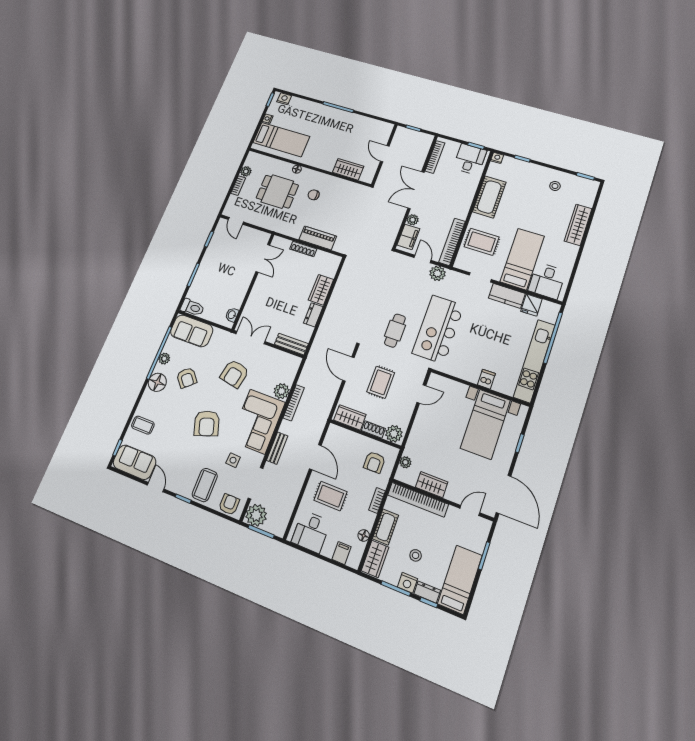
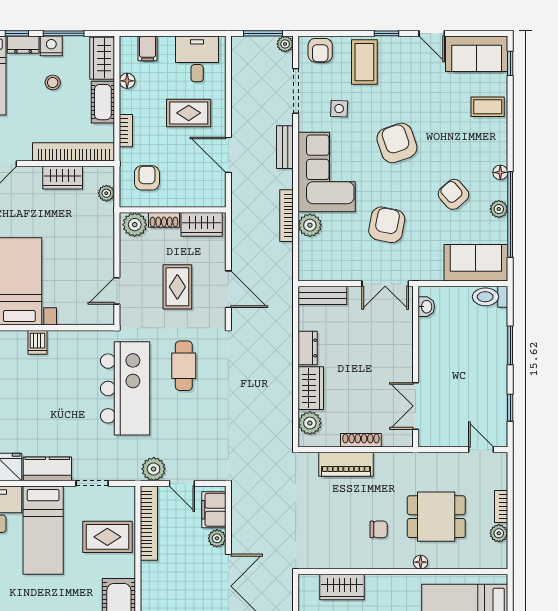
plant: (330, 269) -> (310, 423), added
floor lamp: (157, 382) -> (500, 172), width x0.53, depth x0.53
plant: (256, 515) -> (285, 44), width x0.53, depth x0.53

